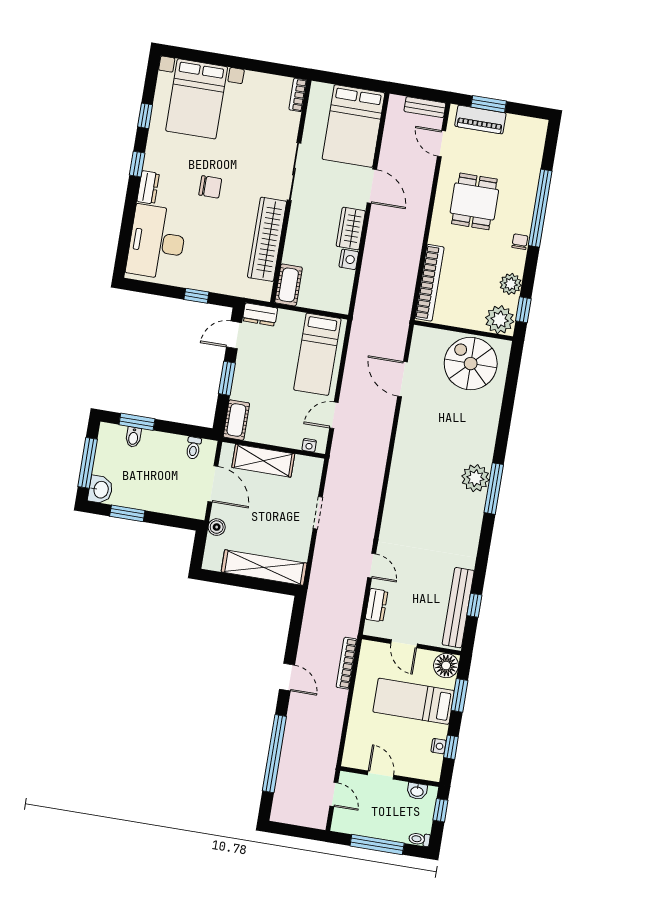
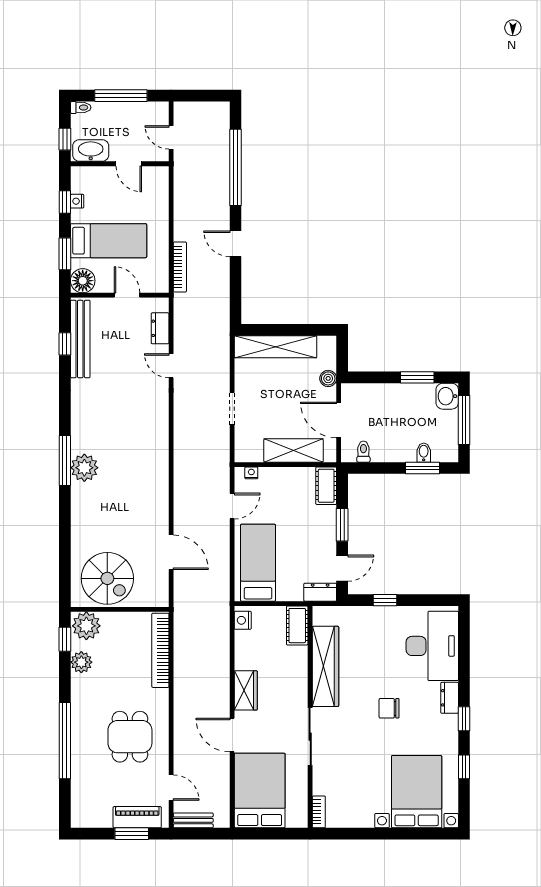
chair: (520, 242) -> (79, 705), removed
nightstand: (349, 259) -> (243, 620), moved
washbasin: (417, 791) -> (91, 151), width x1.91, depth x1.45

